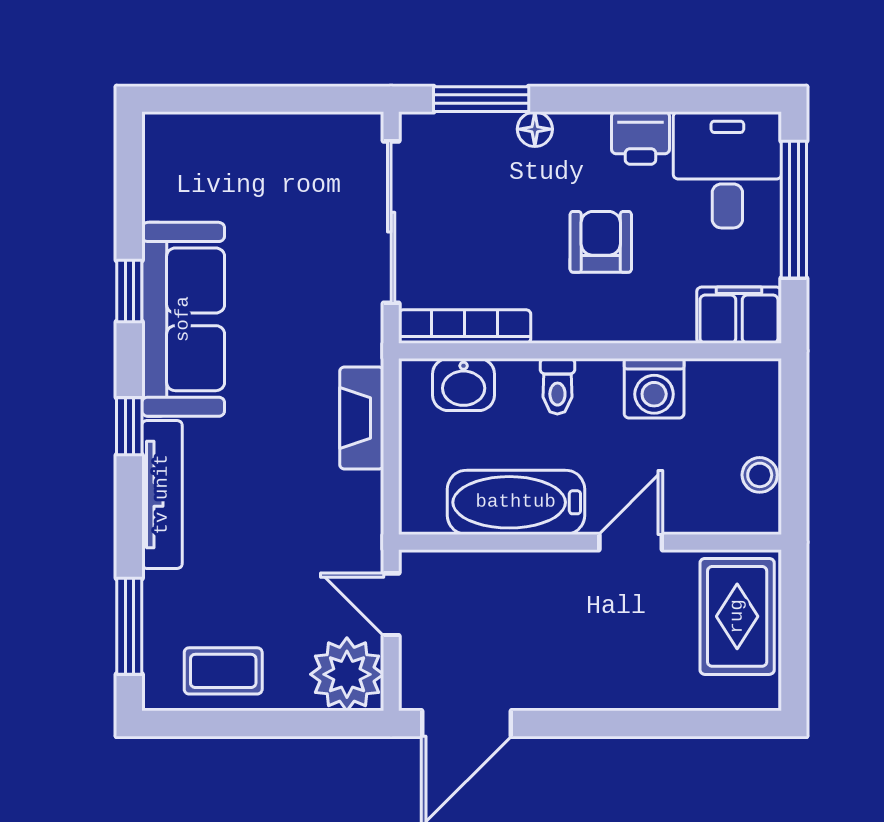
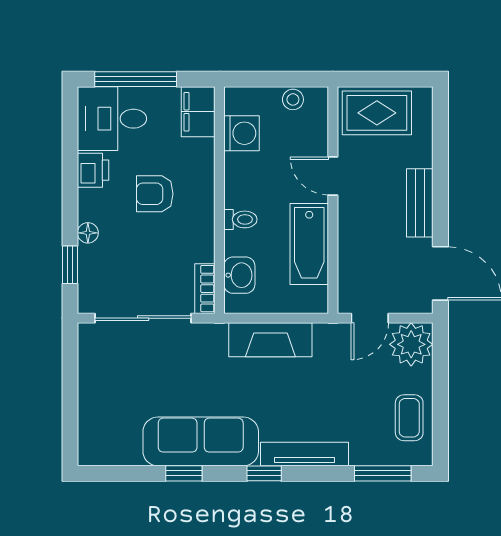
window: (481, 99) -> (70, 265), width x0.67
bookcase: (465, 326) -> (205, 289), width x0.64
washing machine: (654, 388) -> (242, 133), moved
fireplace: (362, 418) -> (270, 340), width x1.37, depth x1.32
bench: (585, 689) -> (420, 203), added

